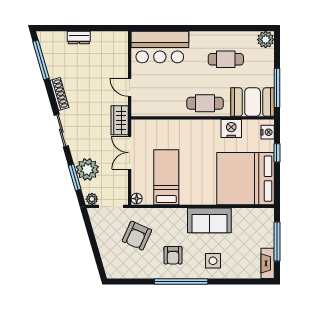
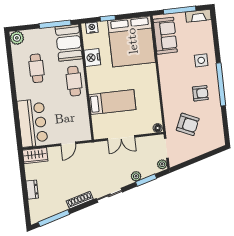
wardrobe: (120, 120) -> (35, 156), moved
plant: (87, 169) -> (136, 176), width x0.53, depth x0.53
bed: (166, 177) -> (112, 102), moved, turned 180
sofa: (209, 220) -> (165, 36), moved

